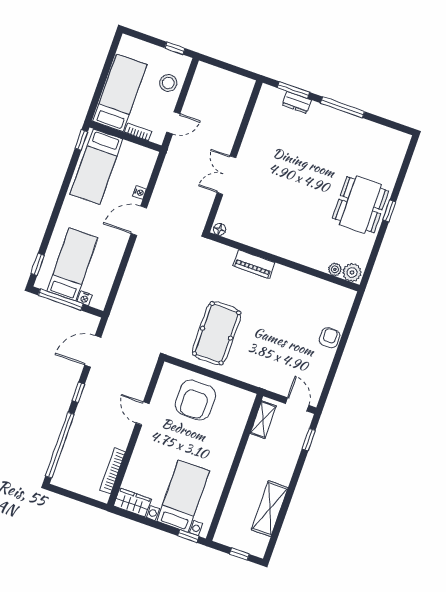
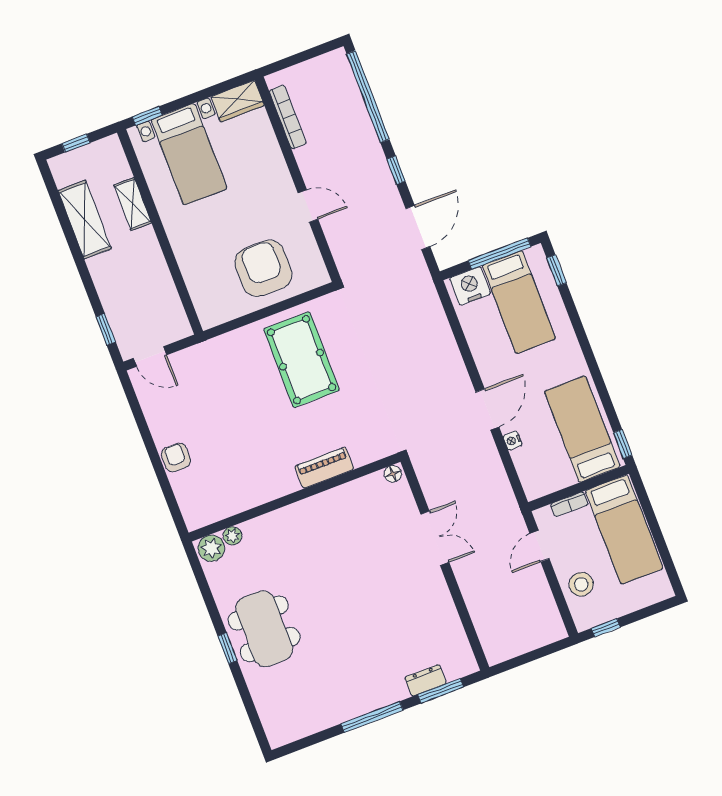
nightstand: (85, 298) -> (470, 286), width x1.89, depth x1.79
armchair: (330, 338) -> (176, 458), turned 180
shelving: (263, 420) -> (133, 204), moved

